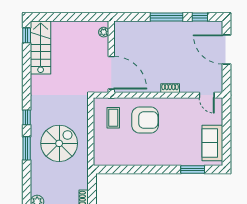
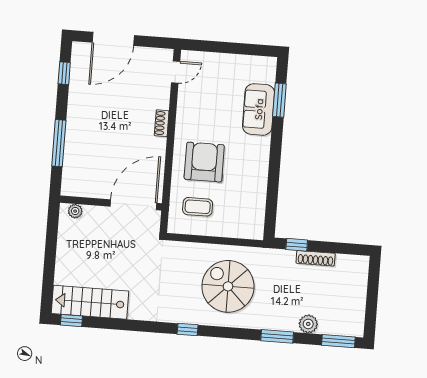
window: (166, 17) -> (59, 143), moved
sofa: (212, 143) -> (259, 109), moved, turned 90
window: (27, 148) -> (277, 336), moved
window: (92, 189) -> (297, 245), added

